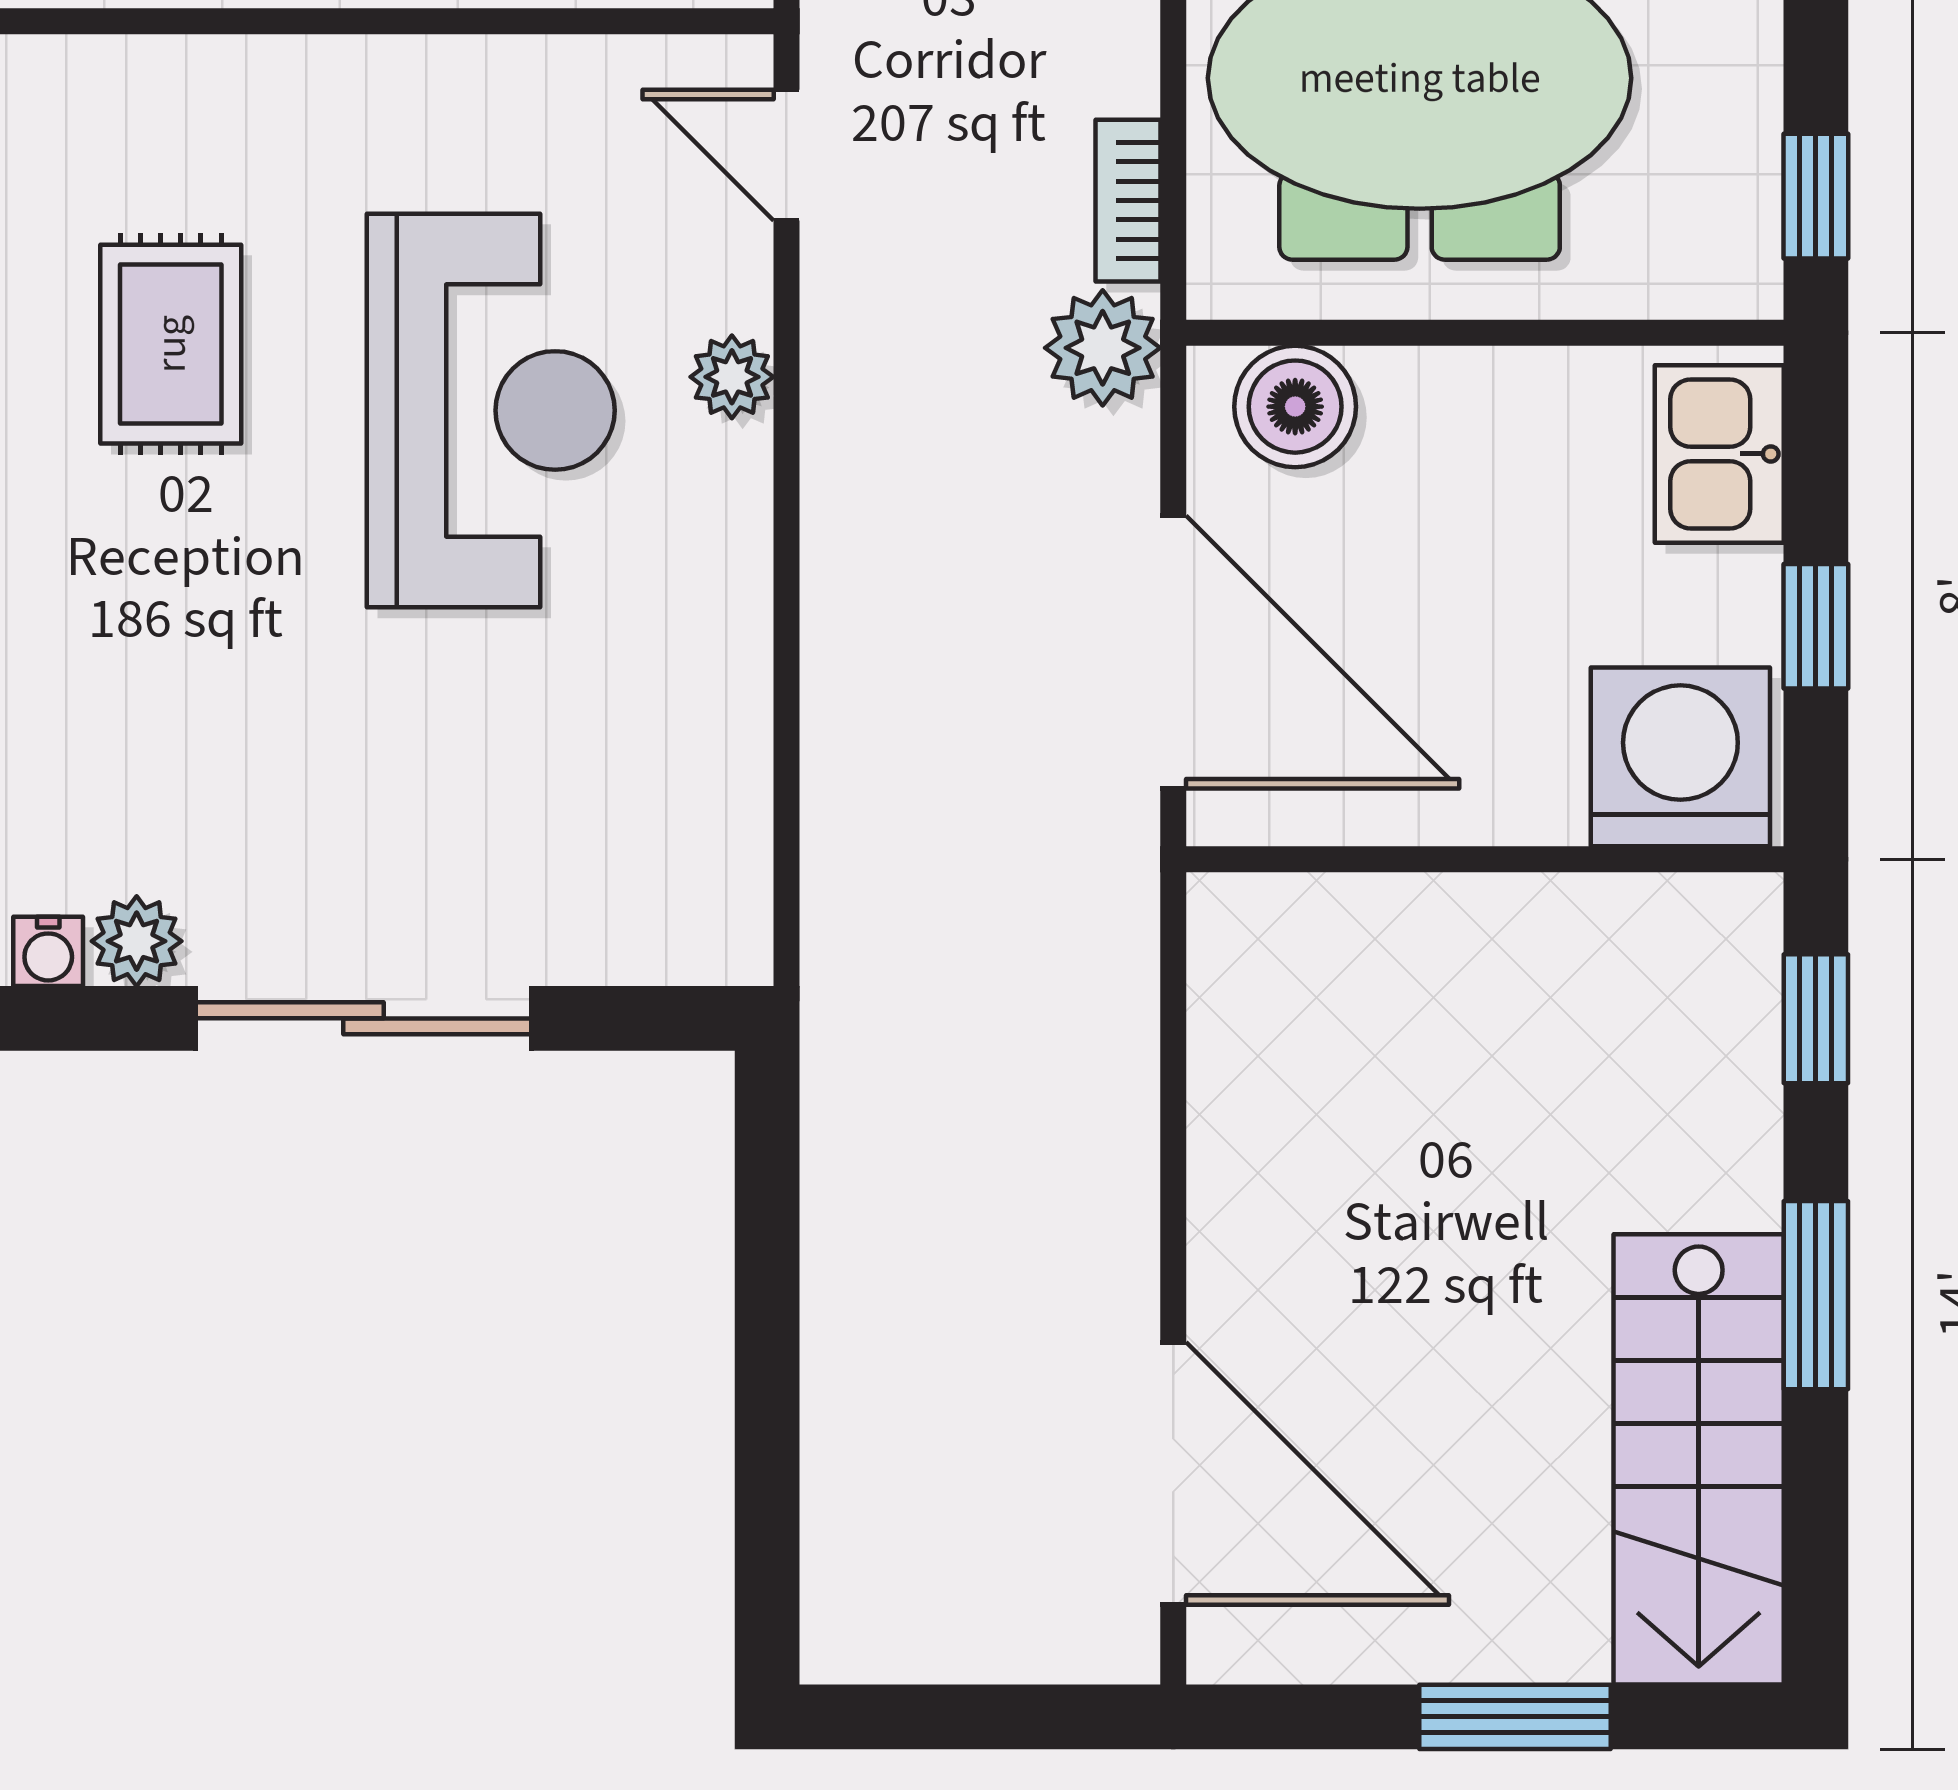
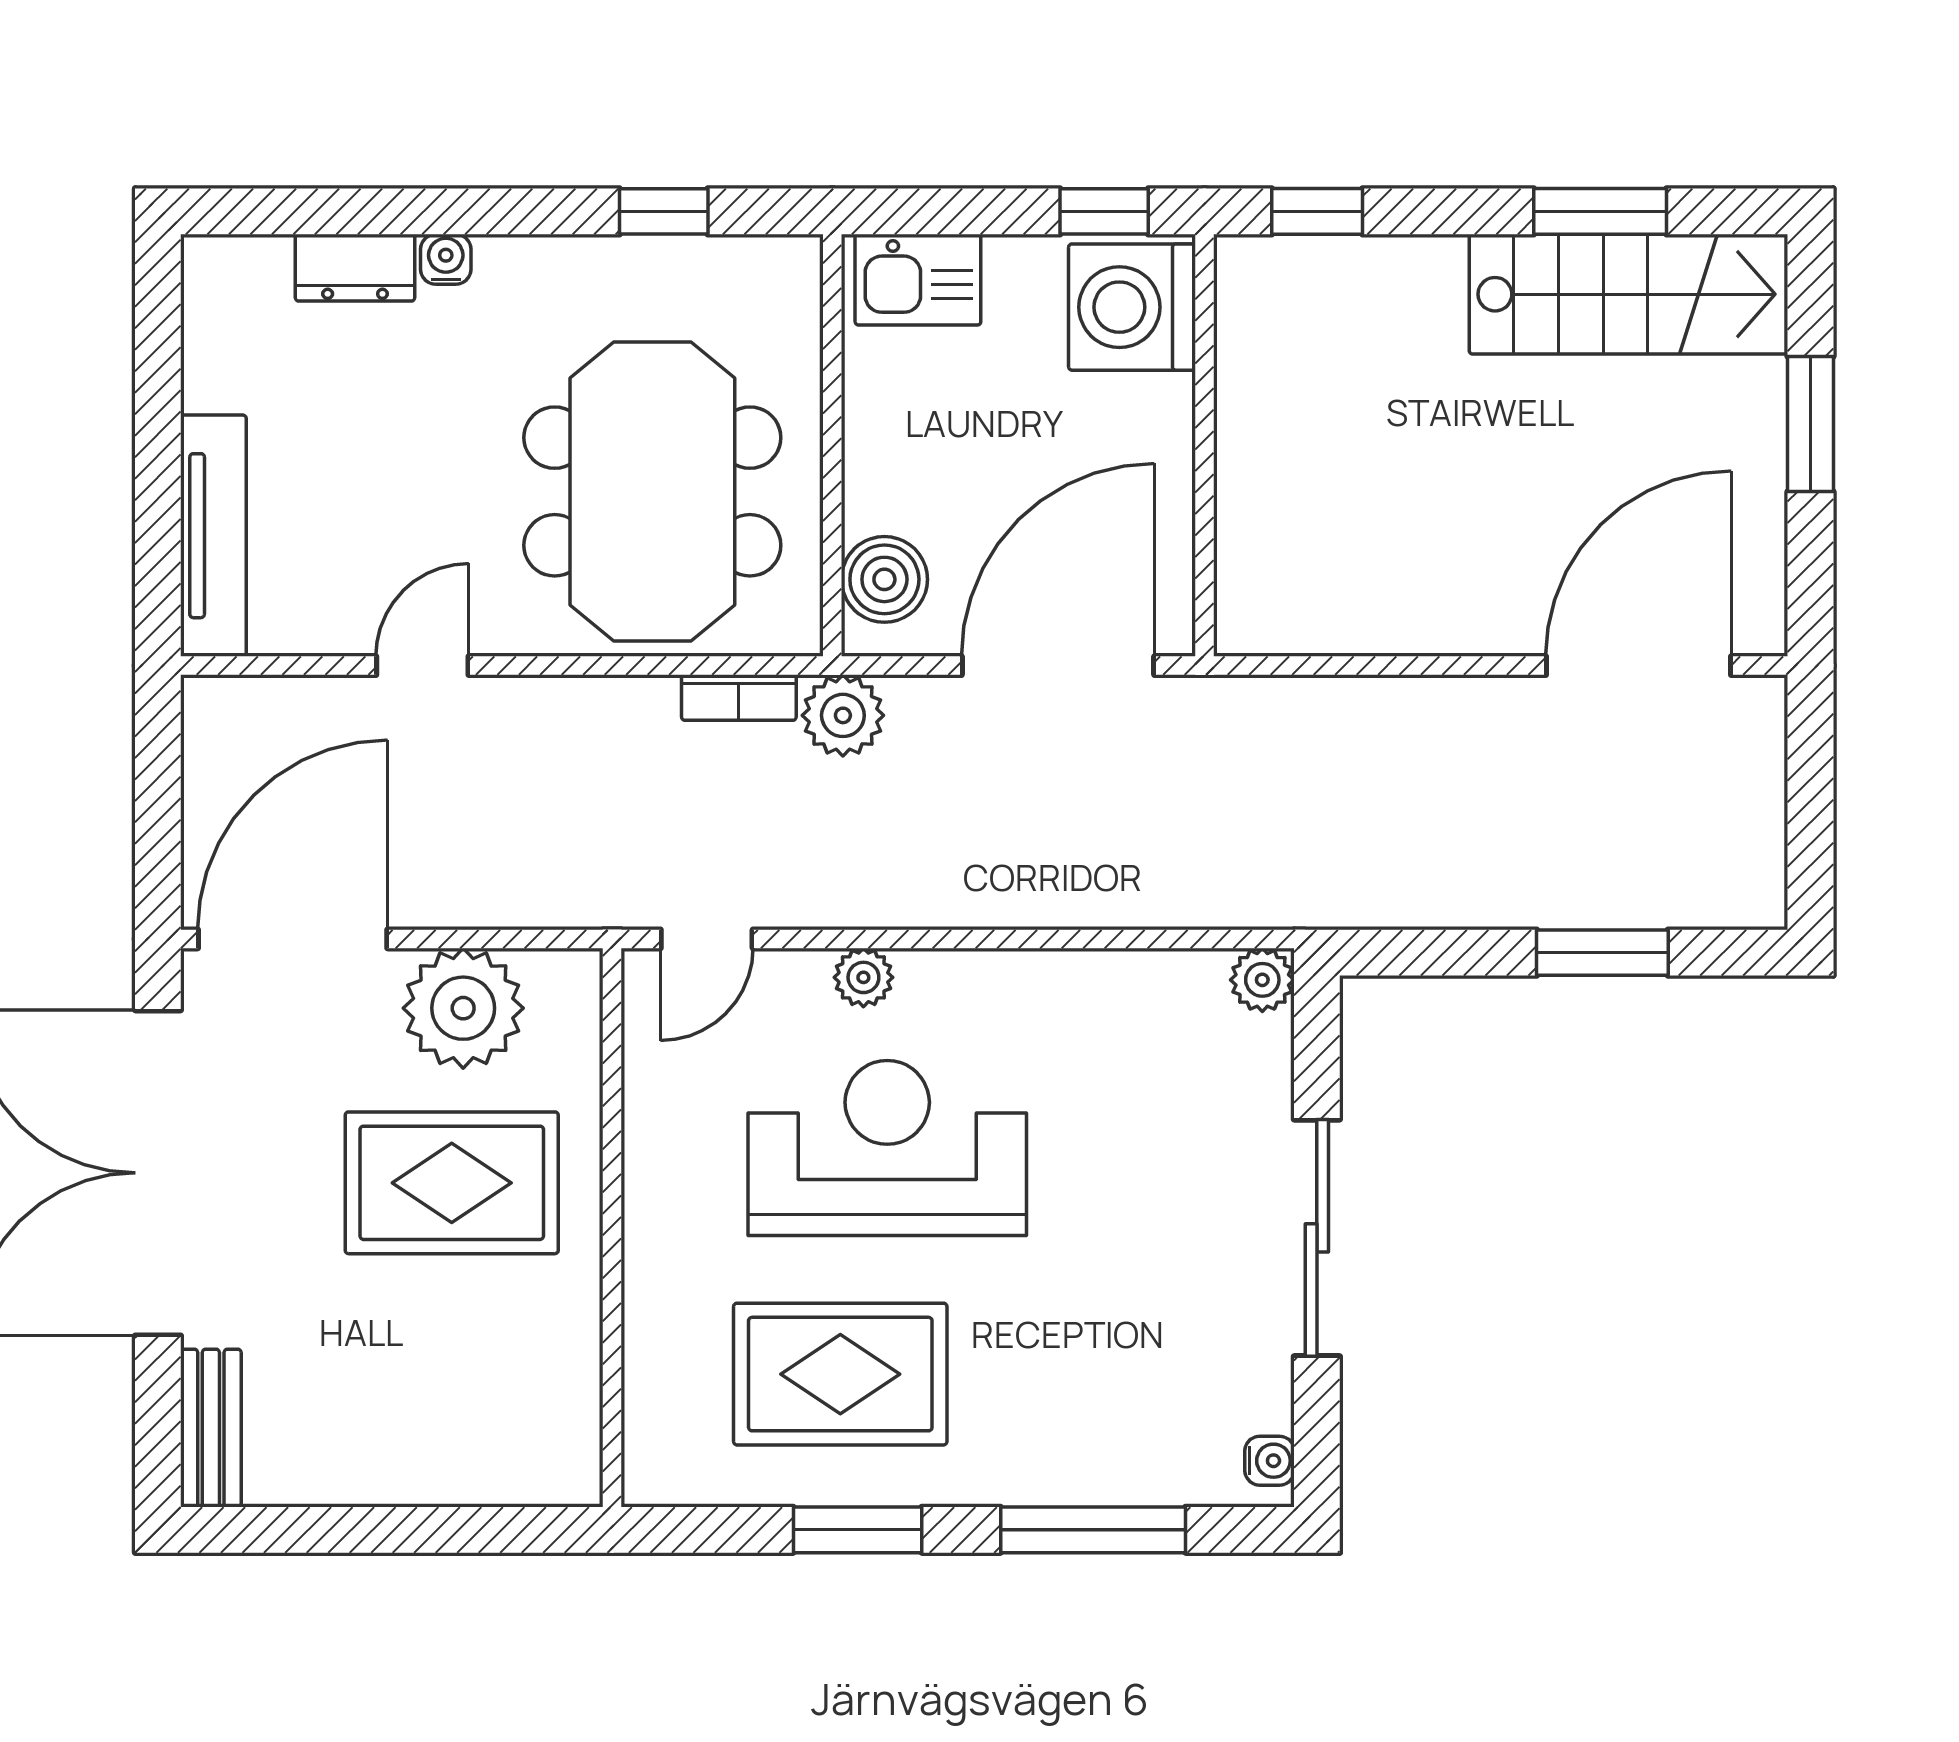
window: (1816, 196) -> (664, 211), moved
rug: (171, 344) -> (840, 1374), width x1.36, depth x1.43
window: (1816, 626) -> (1104, 211), moved
plant: (137, 941) -> (1262, 980), moved
window: (1816, 1295) -> (1600, 211), moved
window: (767, 1422) -> (1602, 953), added

